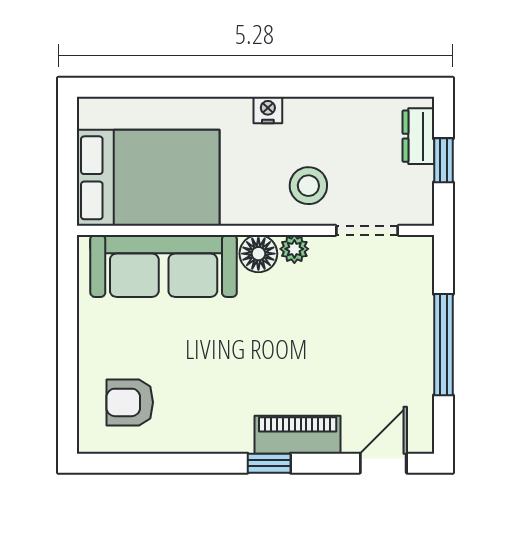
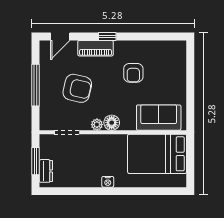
window: (443, 160) -> (36, 161), width x1.50
stool: (308, 186) -> (91, 151), removed
sofa: (164, 266) -> (159, 118), width x0.73
armchair: (342, 337) -> (77, 88), added
armchair: (130, 402) -> (133, 73), moved, turned 90

